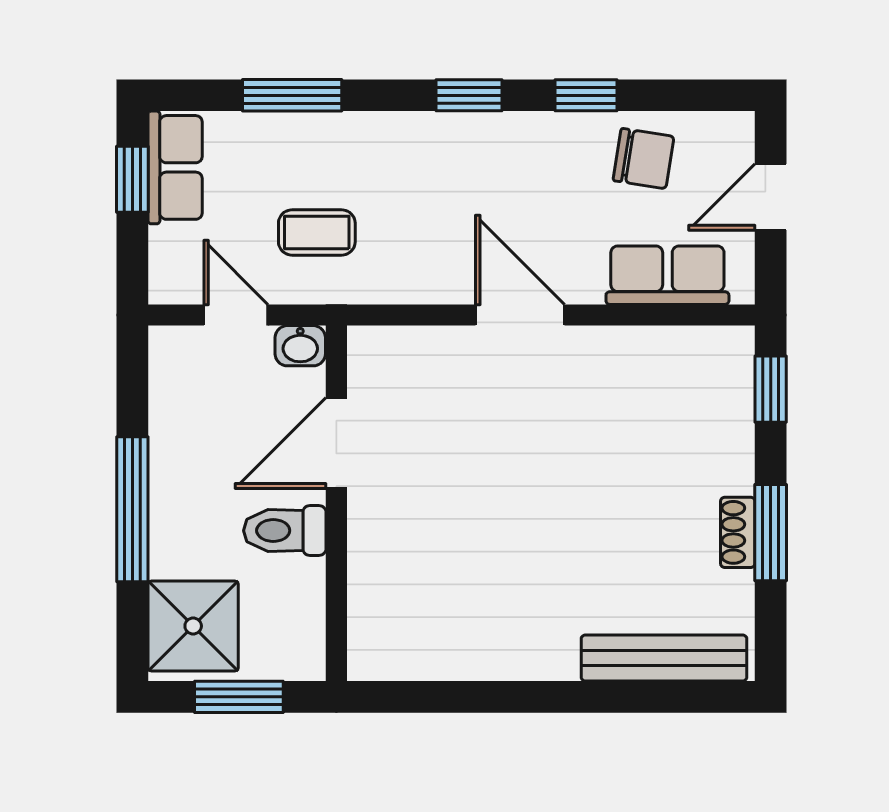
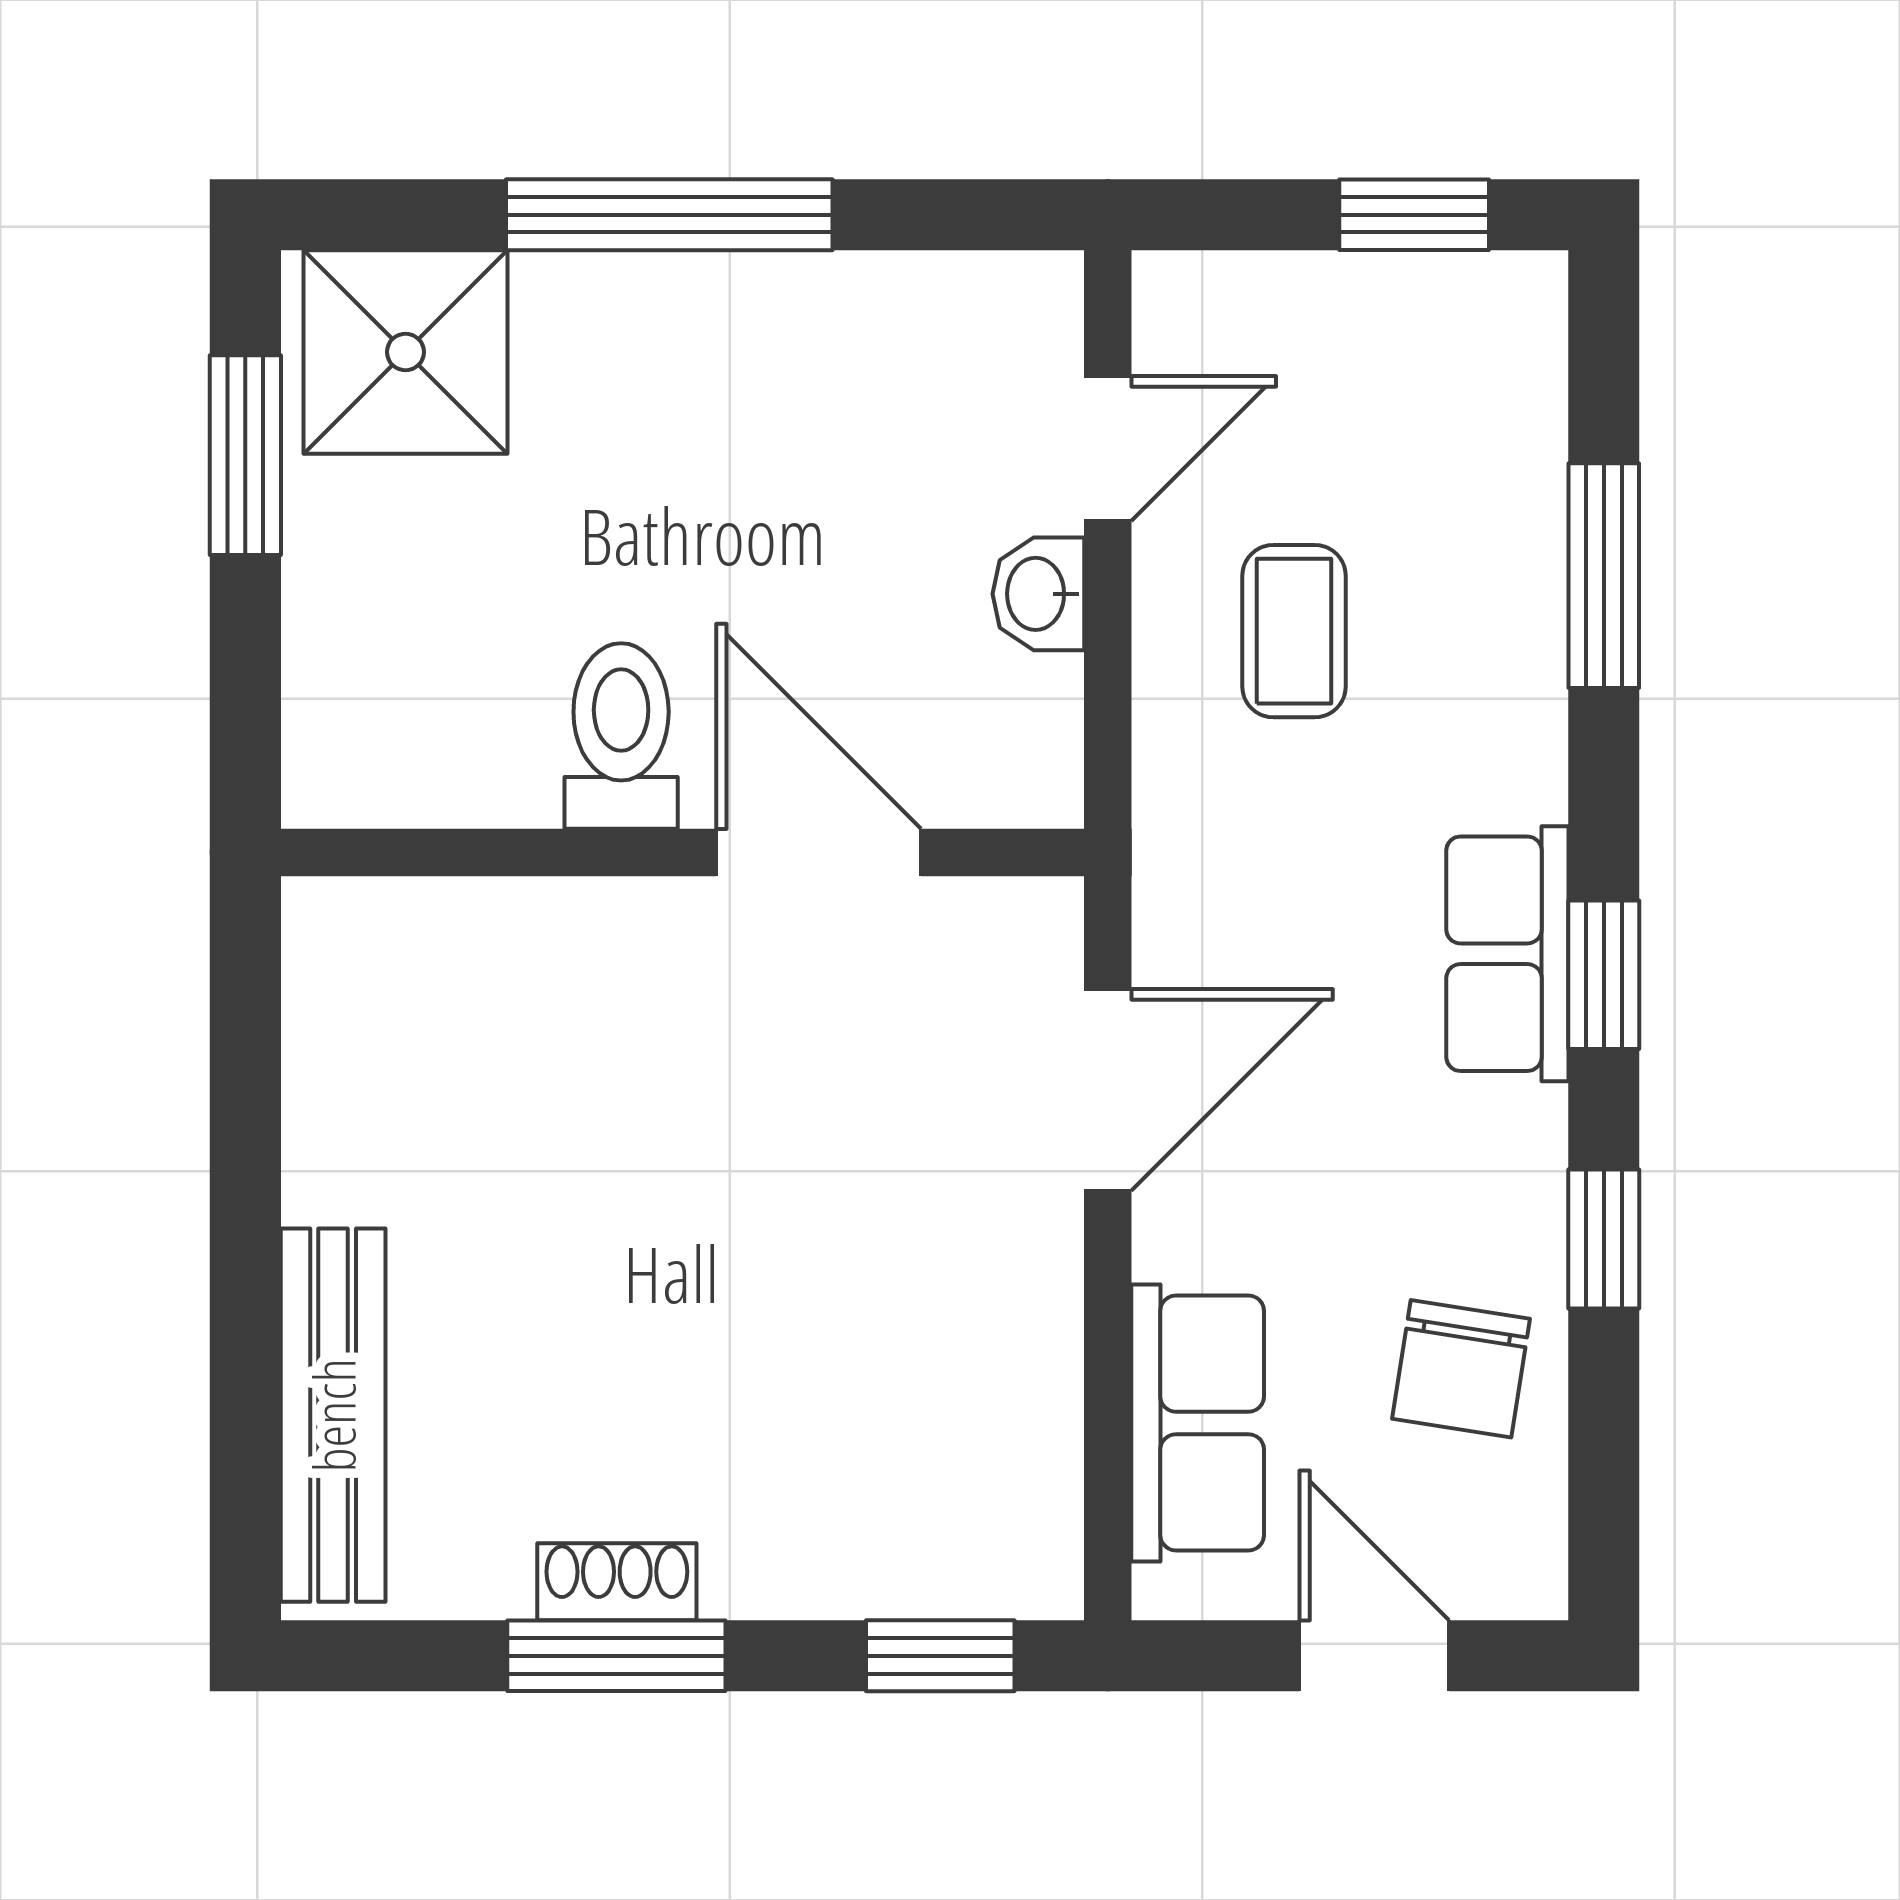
row of seats: (175, 167) -> (1507, 954), moved, turned 90
door: (336, 443) -> (819, 853), moved
wall: (336, 503) -> (682, 853), moved
toilet: (285, 531) -> (621, 736), moved

